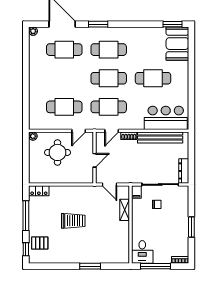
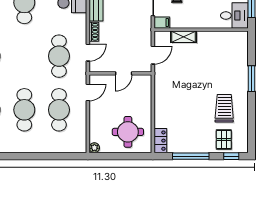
cafe table: (109, 78) -> (24, 110), moved
door: (79, 131) -> (88, 92), hinge flipped
door: (112, 131) -> (88, 53), hinge flipped
round table: (57, 152) -> (128, 132), moved
door: (94, 160) -> (124, 73), swing flipped
trolley: (73, 221) -> (224, 108), moved

